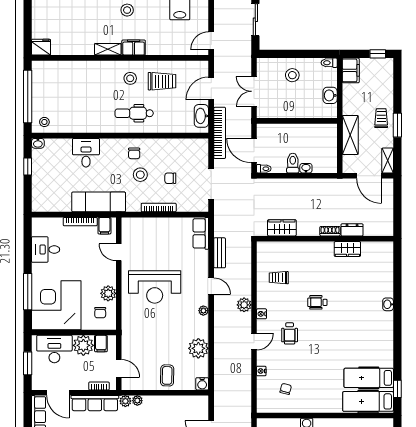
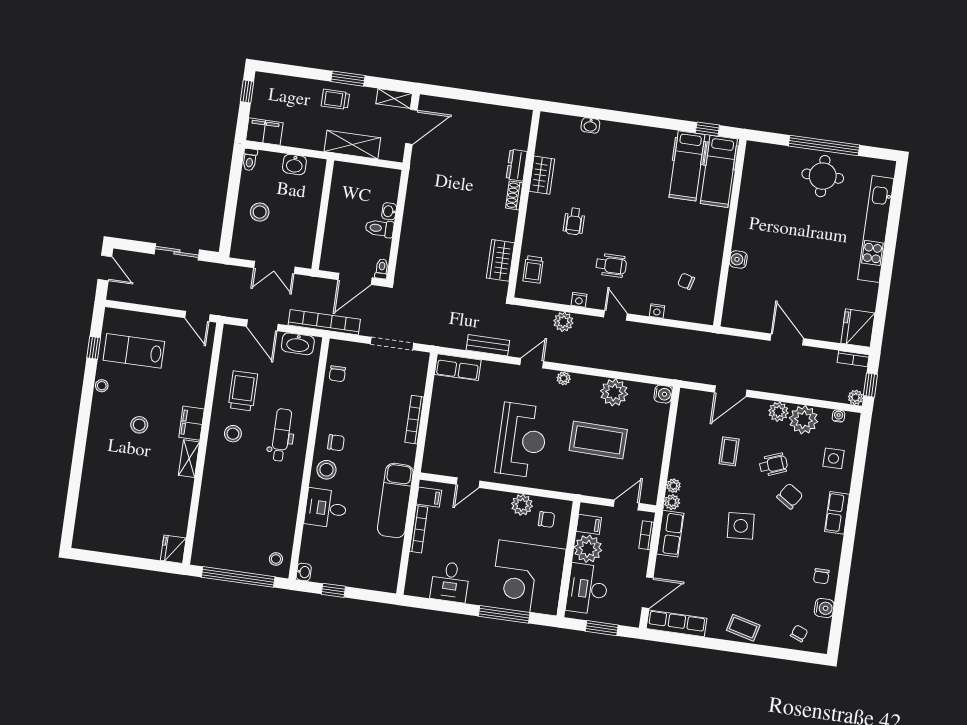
dental chair: (134, 113) -> (281, 435), turned 180
stool: (140, 175) -> (326, 470), moved
chair: (170, 178) -> (337, 374), moved
wardrobe: (282, 228) -> (500, 260), moved
dresser: (352, 230) -> (517, 165), moved
shoe rack: (330, 231) -> (514, 195), moved
wall: (325, 239) -> (524, 204), moved
wardrobe: (347, 249) -> (542, 175), moved
coffee table: (167, 375) -> (598, 440), moved, width x1.86, depth x1.72
row of seats: (95, 403) -> (670, 534), width x0.68

